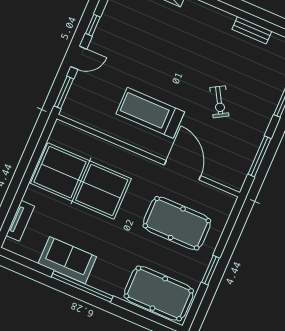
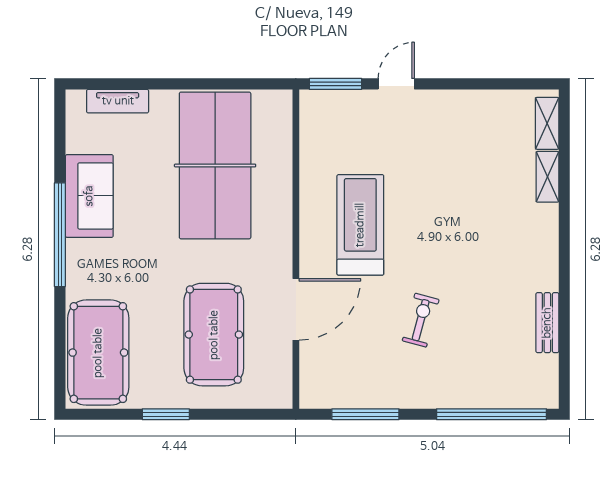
window: (93, 25) -> (453, 84), removed
door: (79, 58) -> (396, 84), swing flipped
exercise bike: (219, 102) -> (421, 320), turned 135

